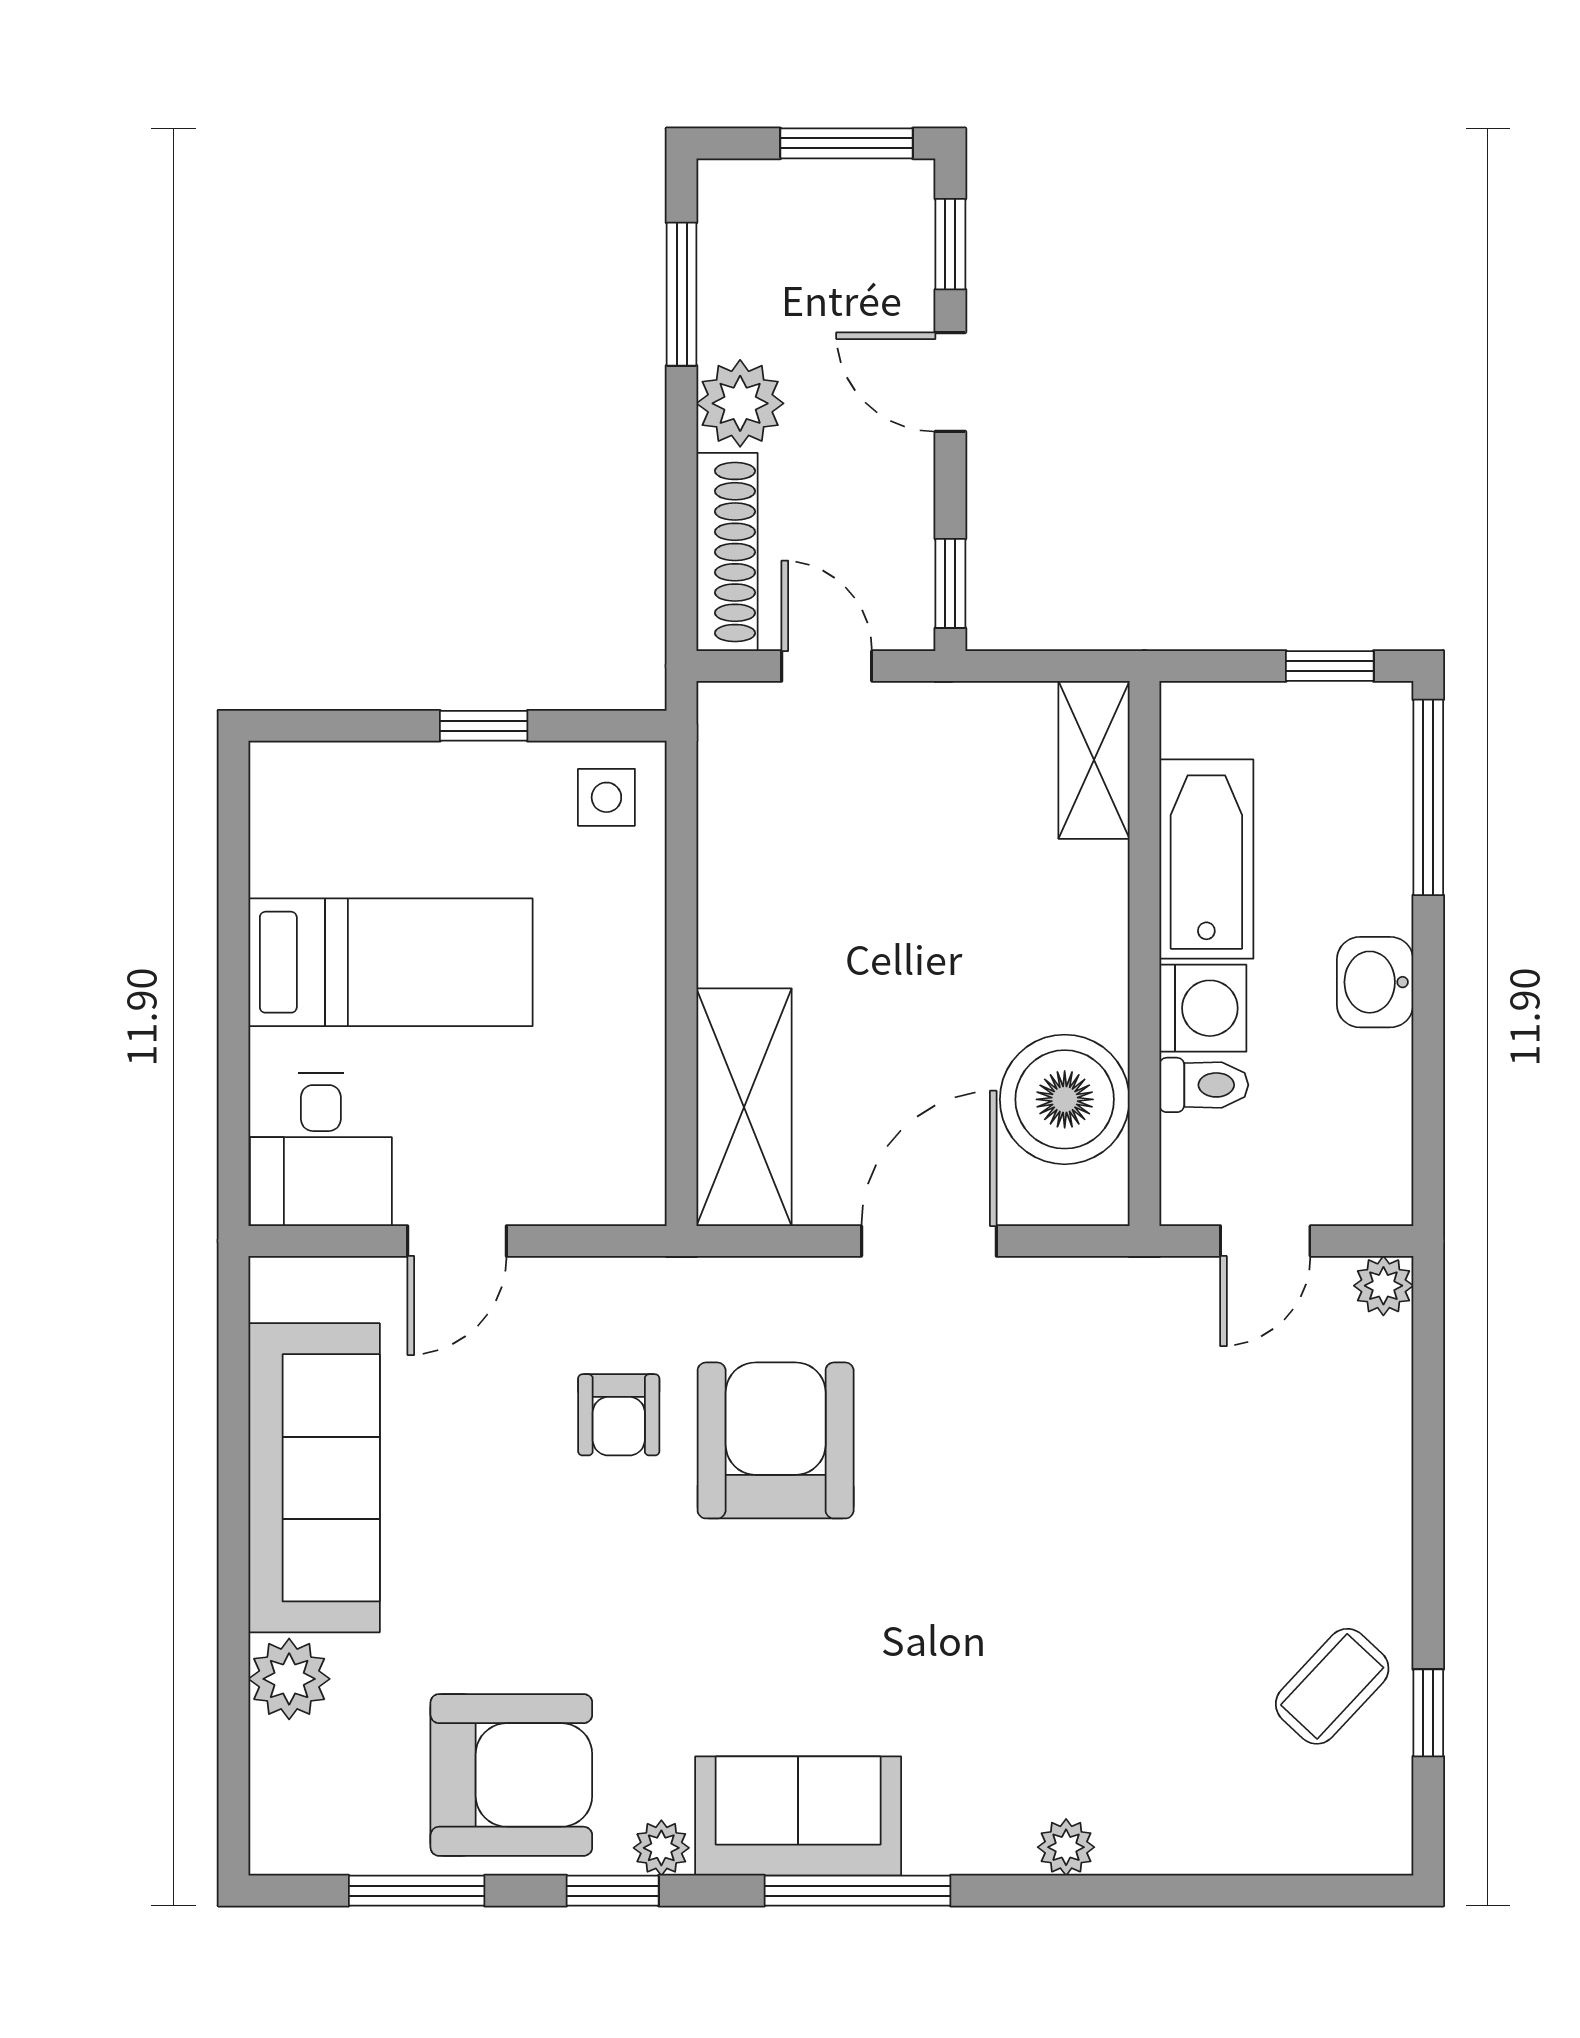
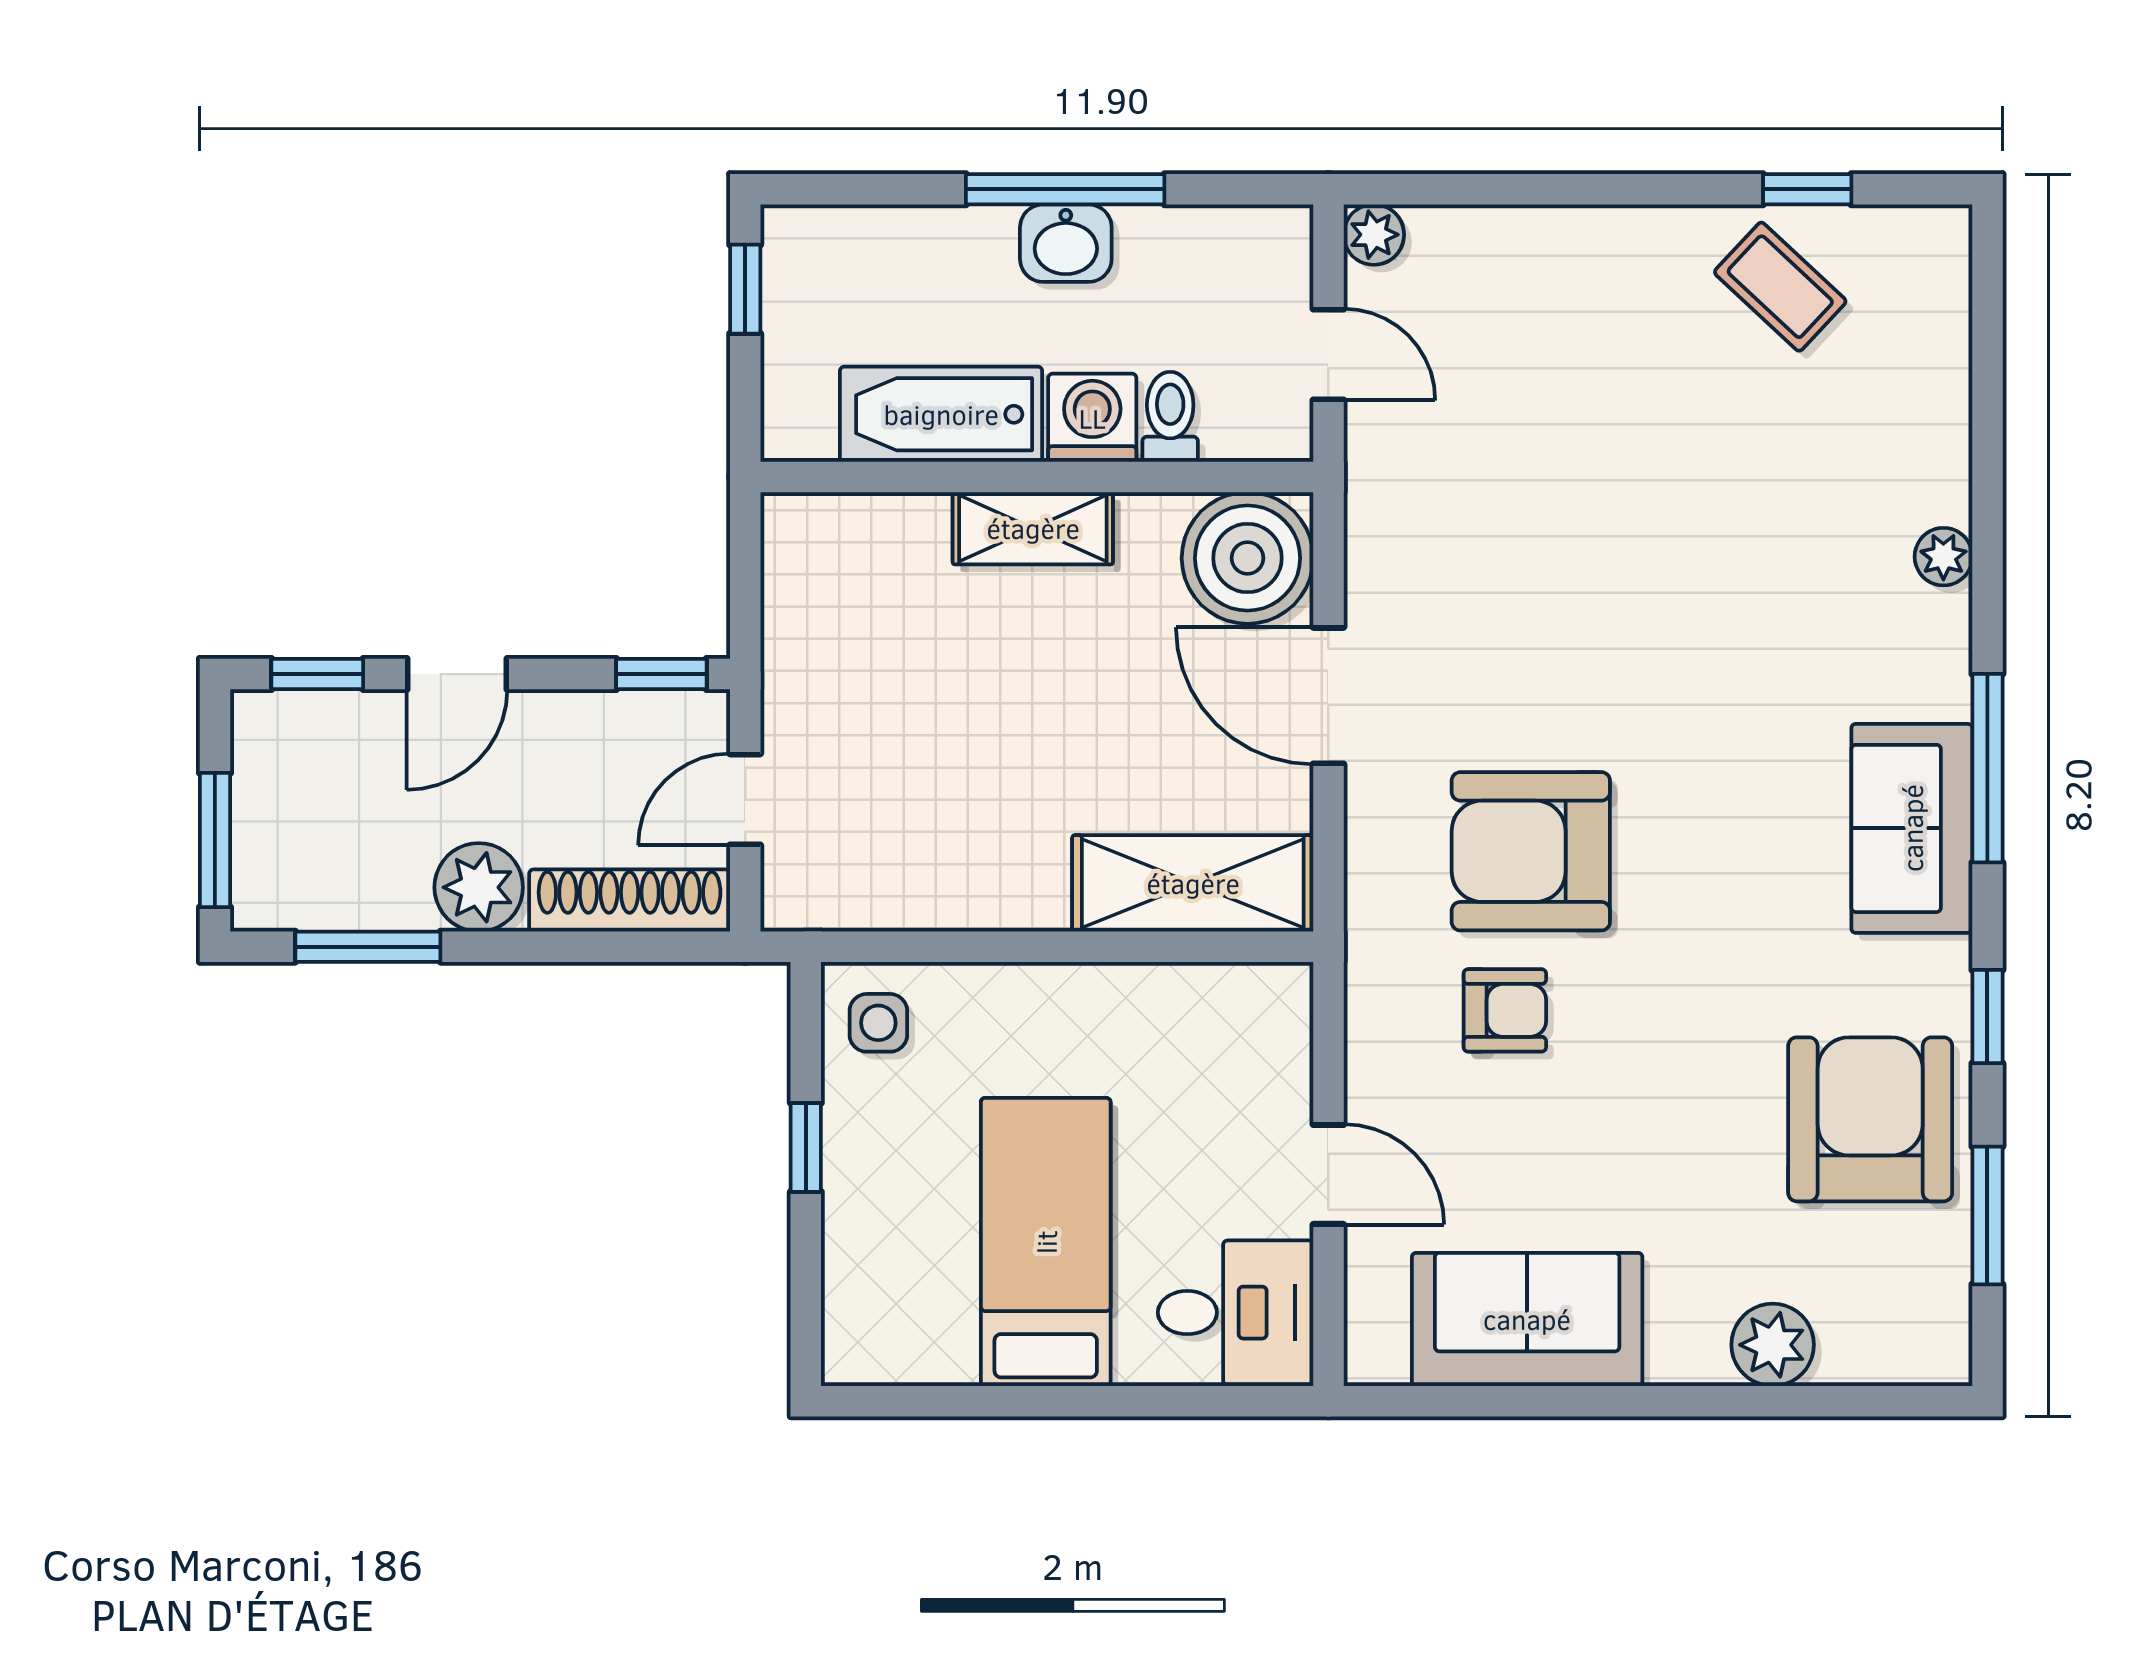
window: (847, 143) -> (215, 840), moved
shelving: (1094, 760) -> (1033, 528), moved
window: (1428, 797) -> (1065, 189), moved
boiler: (1065, 1099) -> (1248, 558), moved
sofa: (314, 1478) -> (1527, 1319), width x0.73
plant: (661, 1848) -> (1944, 967), removed

